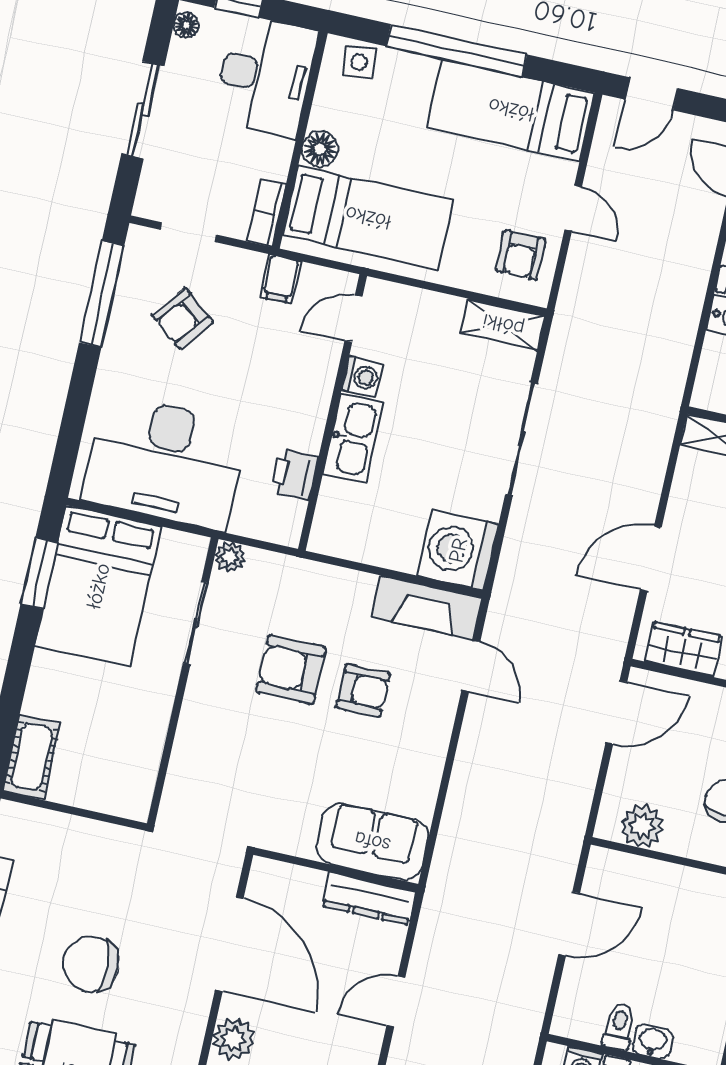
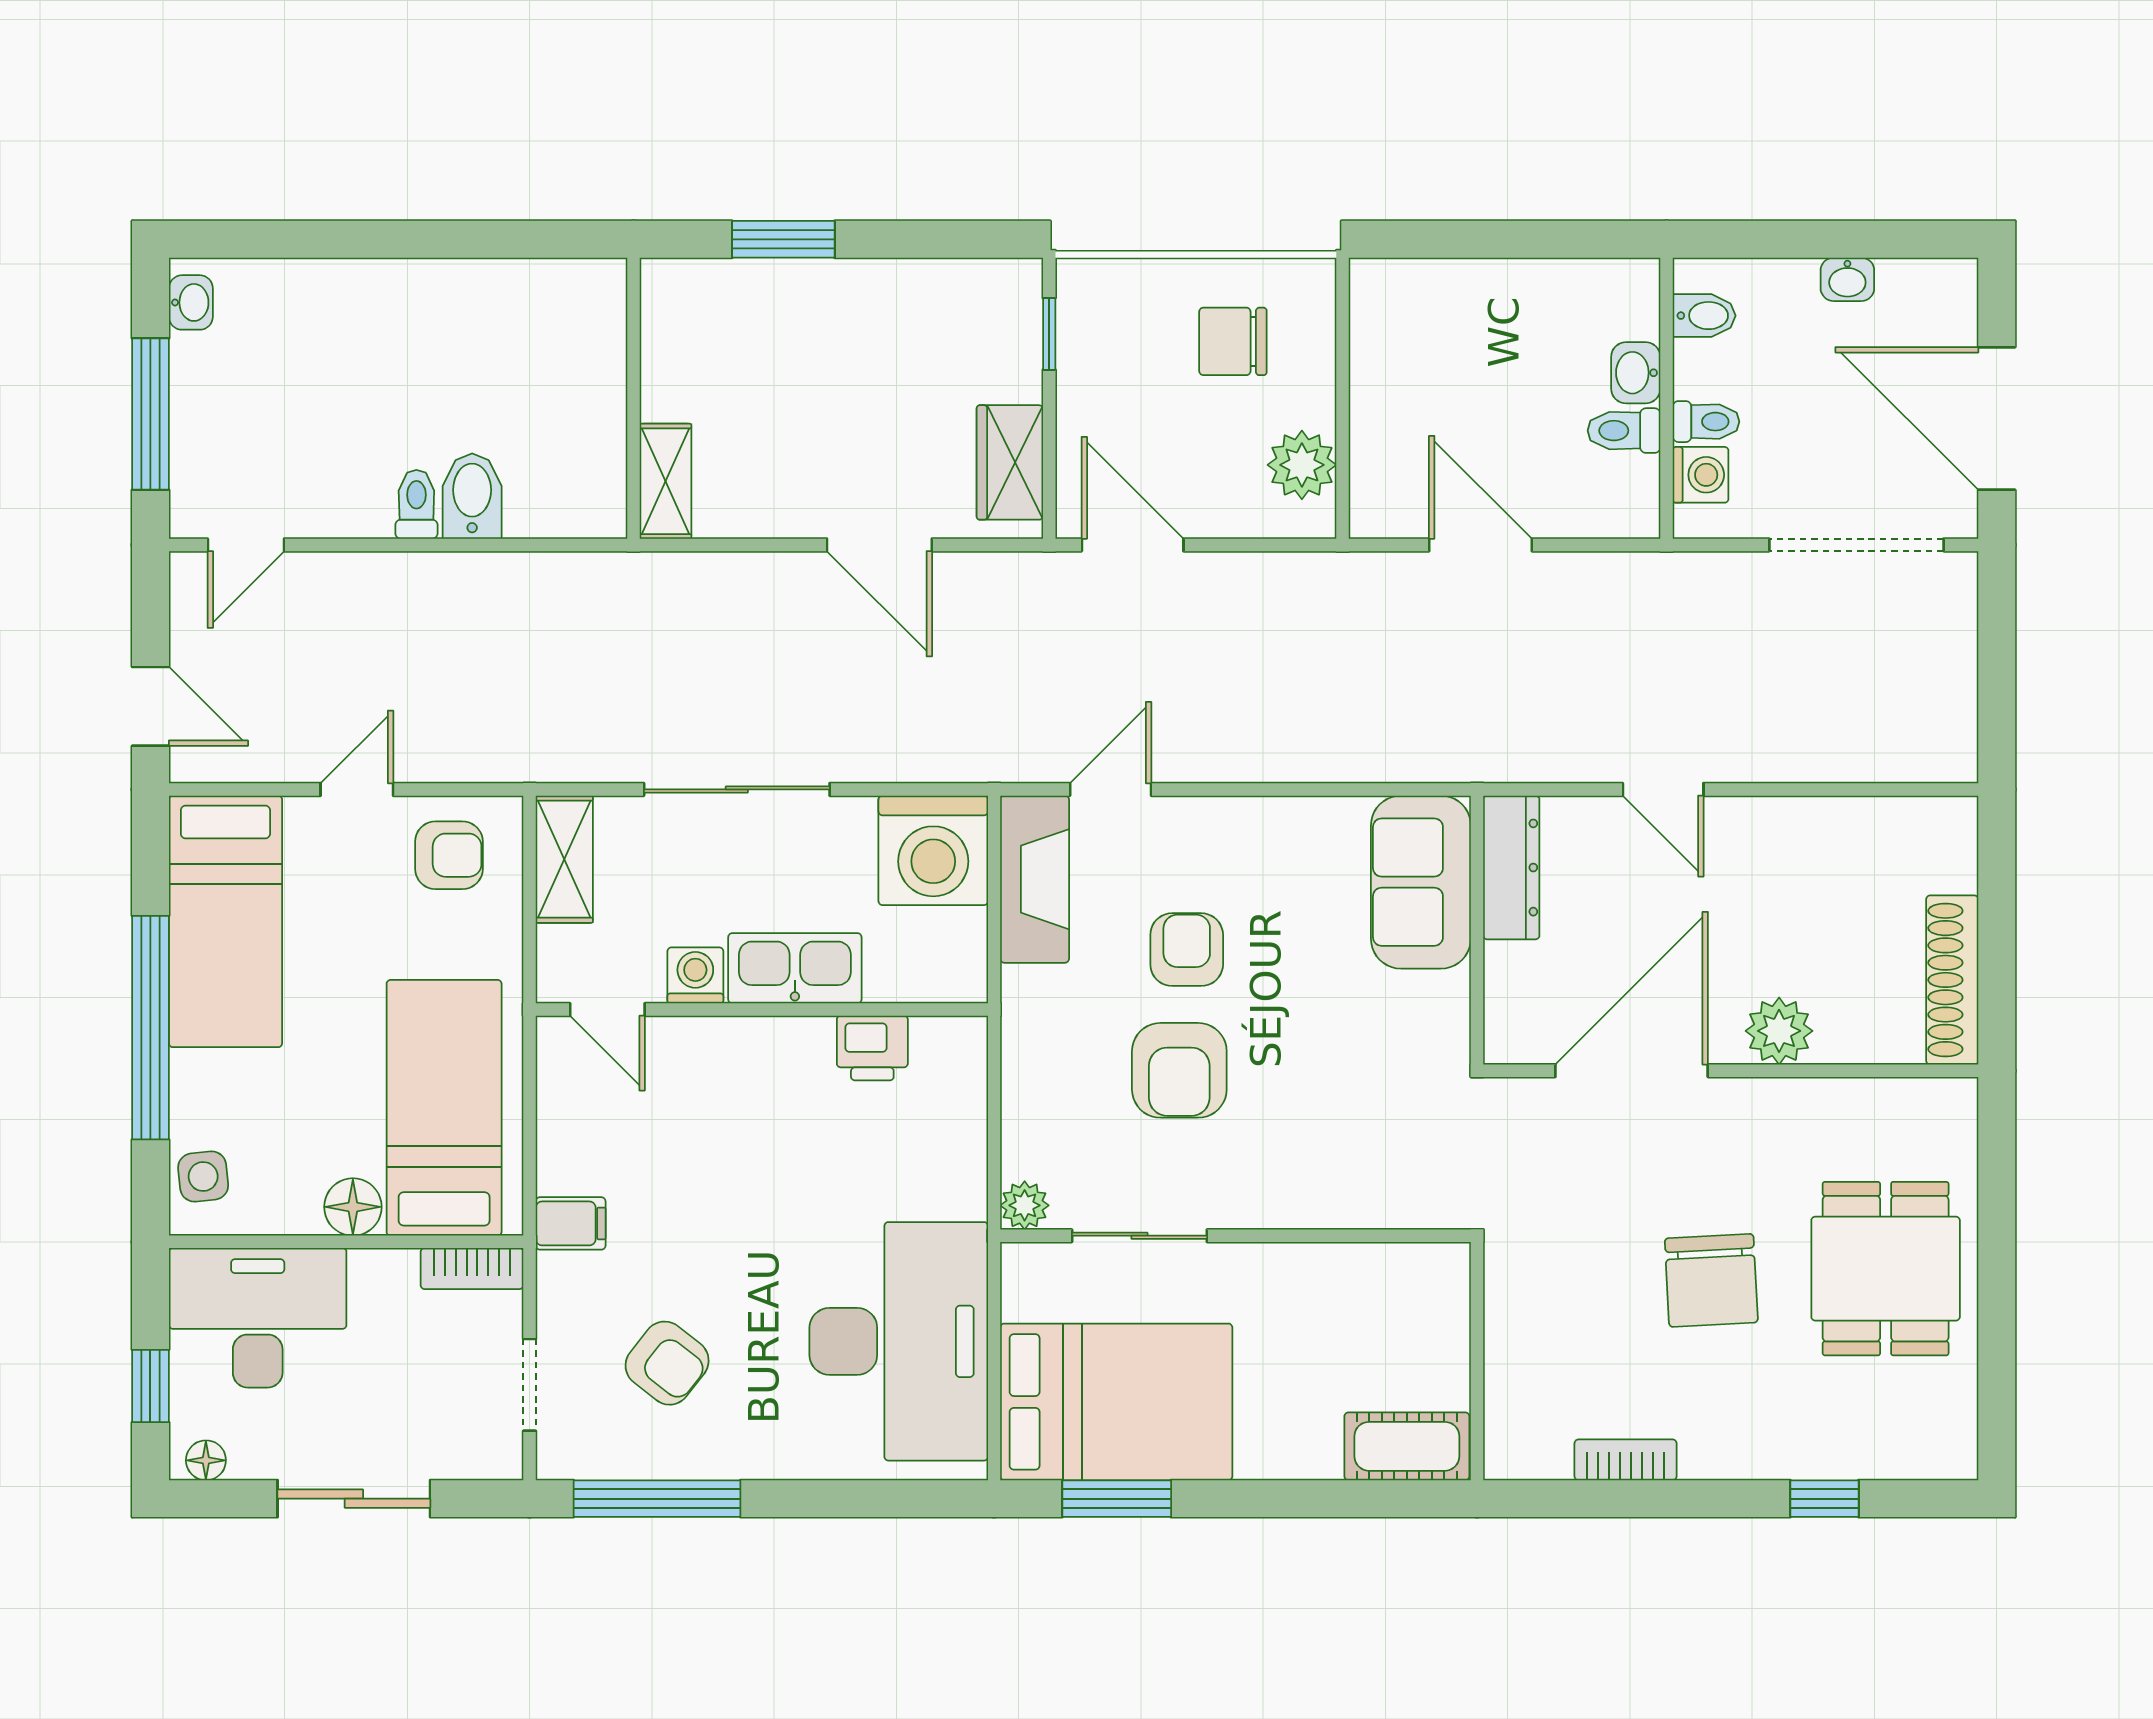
door: (353, 319) -> (607, 1010), moved
washing machine: (362, 377) -> (695, 975), moved
wall: (333, 413) -> (762, 1010), moved
kitchen sink: (353, 438) -> (795, 968), moved
printer: (294, 474) -> (872, 1048), moved

